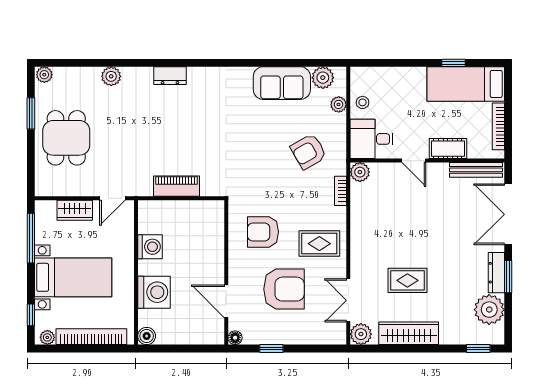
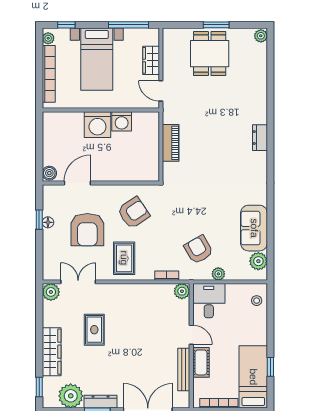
plant: (111, 76) -> (259, 90), removed
stool: (362, 102) -> (257, 301), moved
plant: (339, 104) -> (218, 274), moved
window: (31, 113) -> (216, 25), moved
dining table: (66, 138) -> (210, 54), turned 90
door: (414, 161) -> (191, 335), swing flipped
bench: (476, 170) -> (184, 369), moved
armchair: (263, 232) -> (134, 213), turned 56
washing machine: (154, 292) -> (97, 125), moved
wardrobe: (409, 333) -> (52, 352), moved
boiler: (147, 336) -> (49, 173), moved
floor lamp: (235, 338) -> (48, 222), moved

